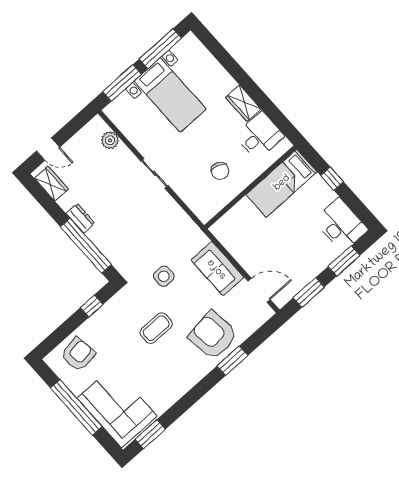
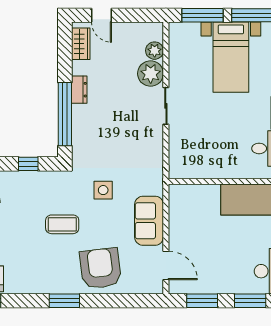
plant: (122, 160) -> (151, 74), added
chair: (220, 171) -> (217, 148), removed
window: (232, 361) -> (64, 301), moved

